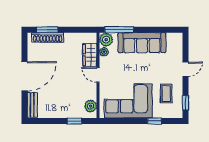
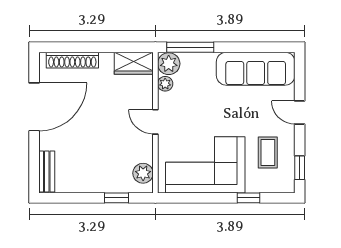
window: (47, 30) -> (72, 47), removed
sofa: (142, 43) -> (256, 69), moved
wardrobe: (90, 55) -> (134, 63), moved, turned -90
door: (186, 69) -> (300, 112), swing flipped
door: (24, 76) -> (34, 107), moved

